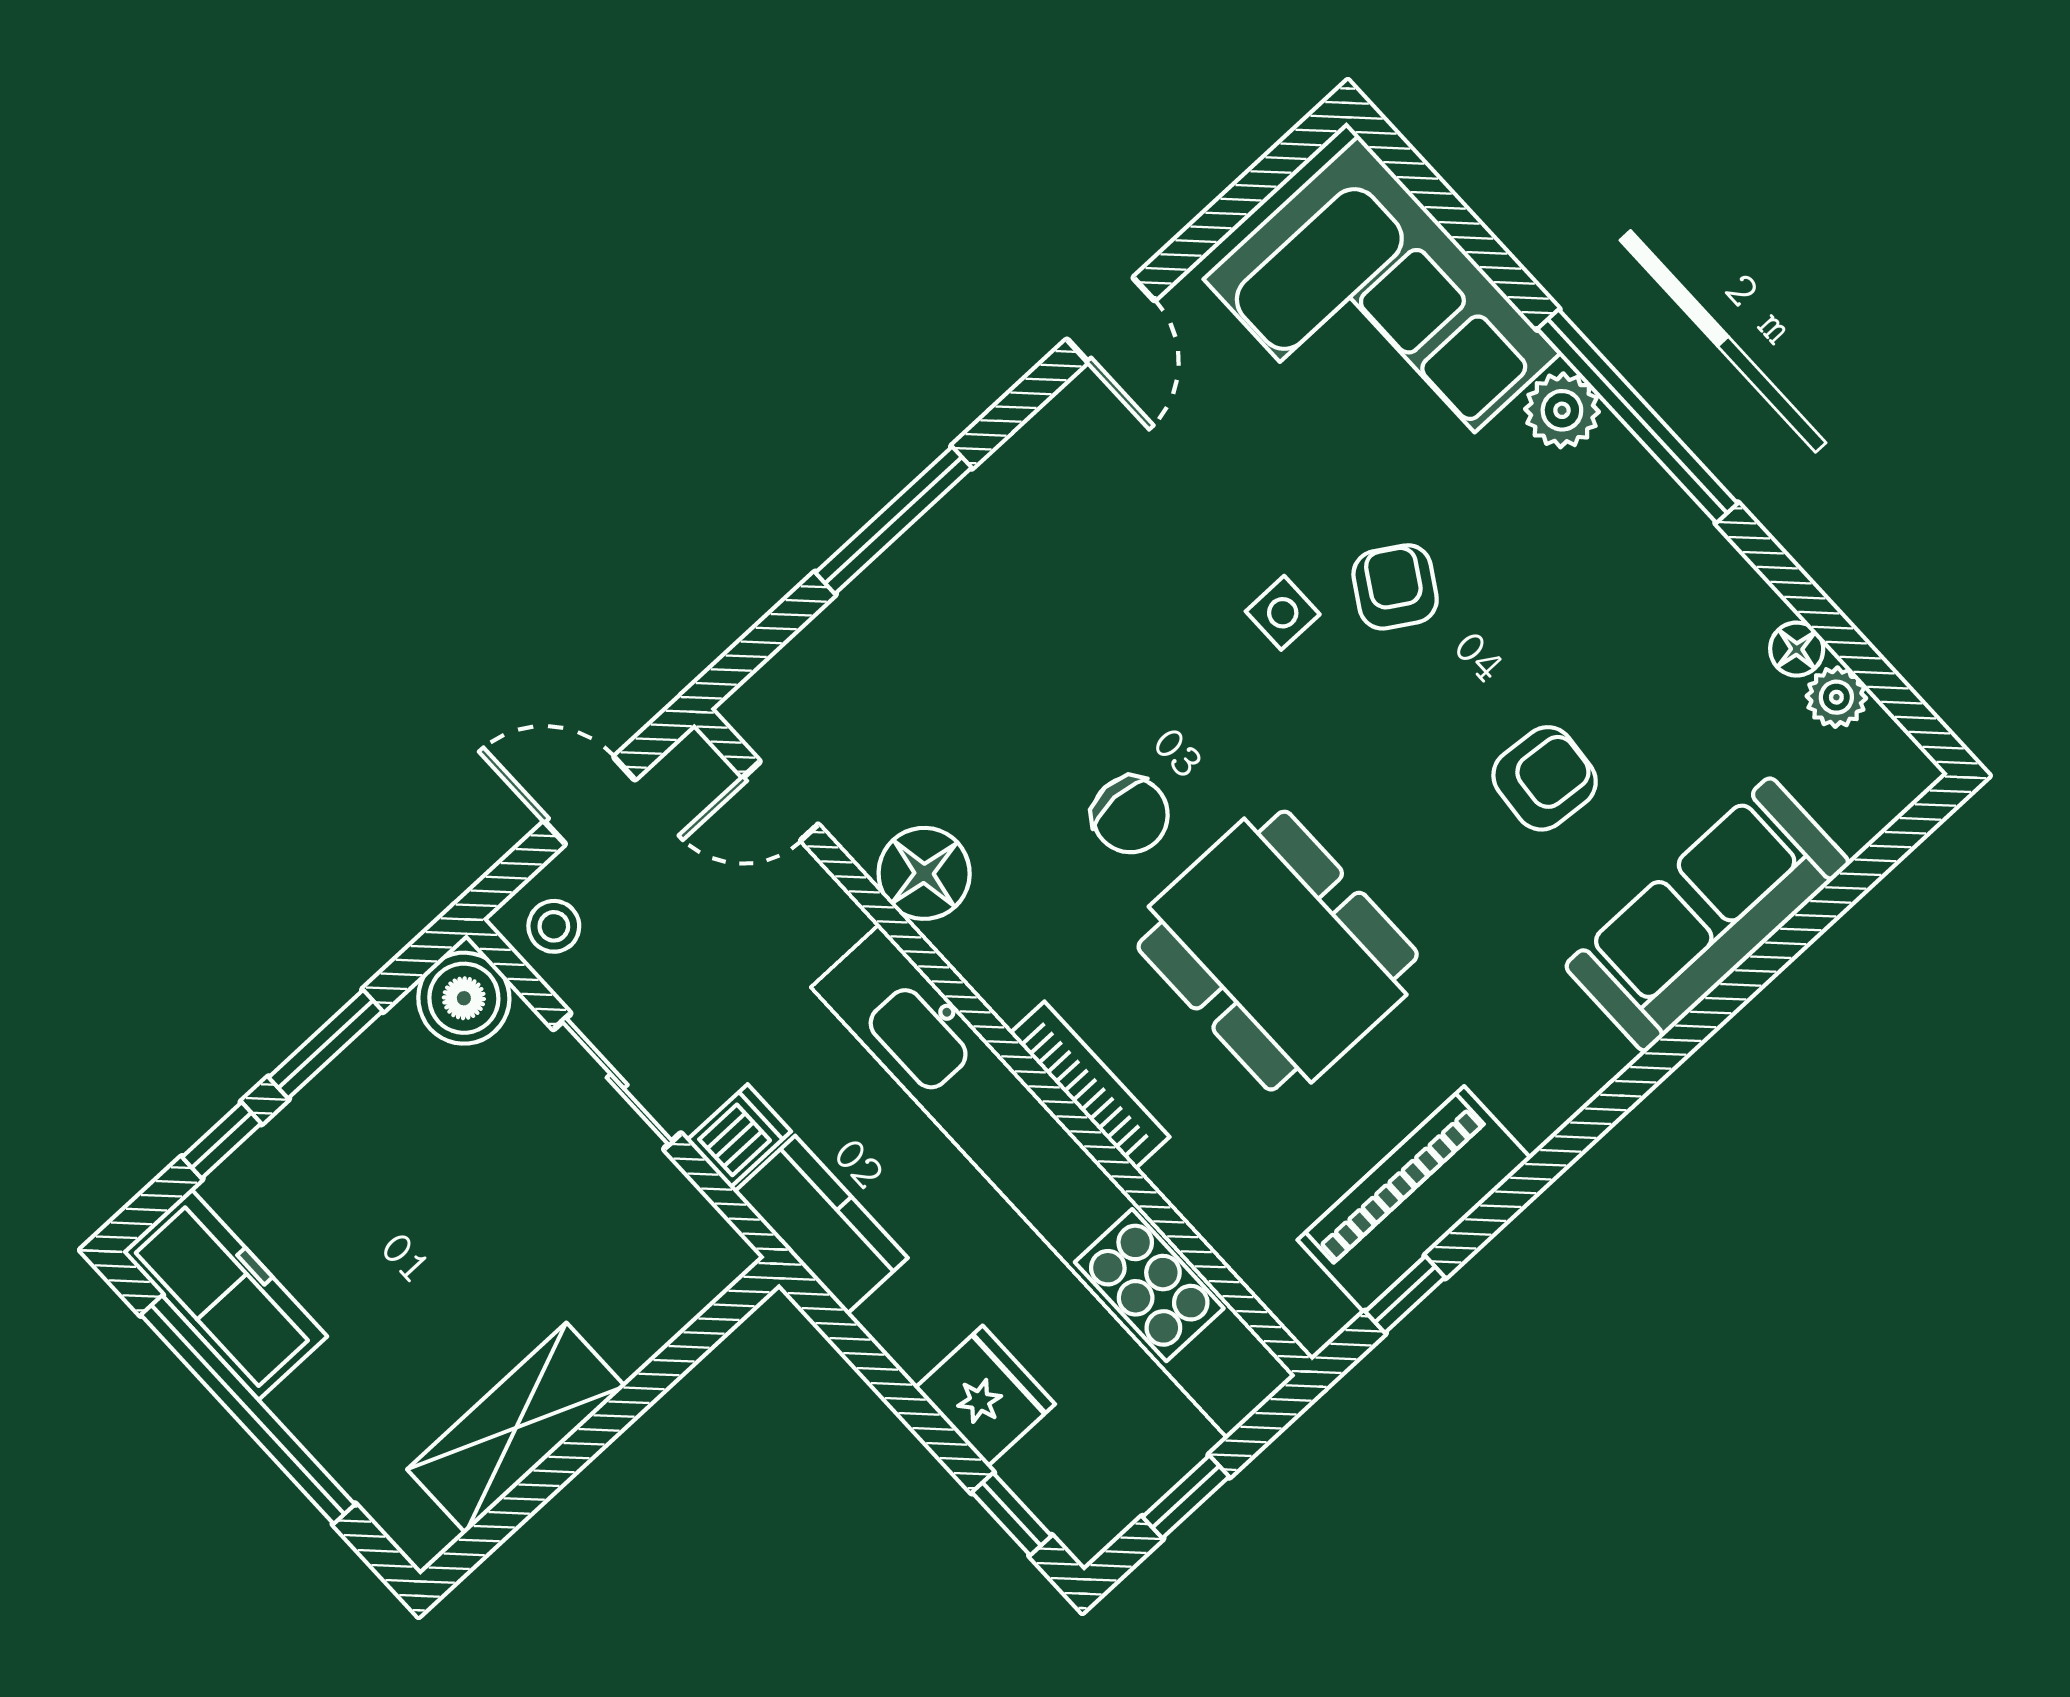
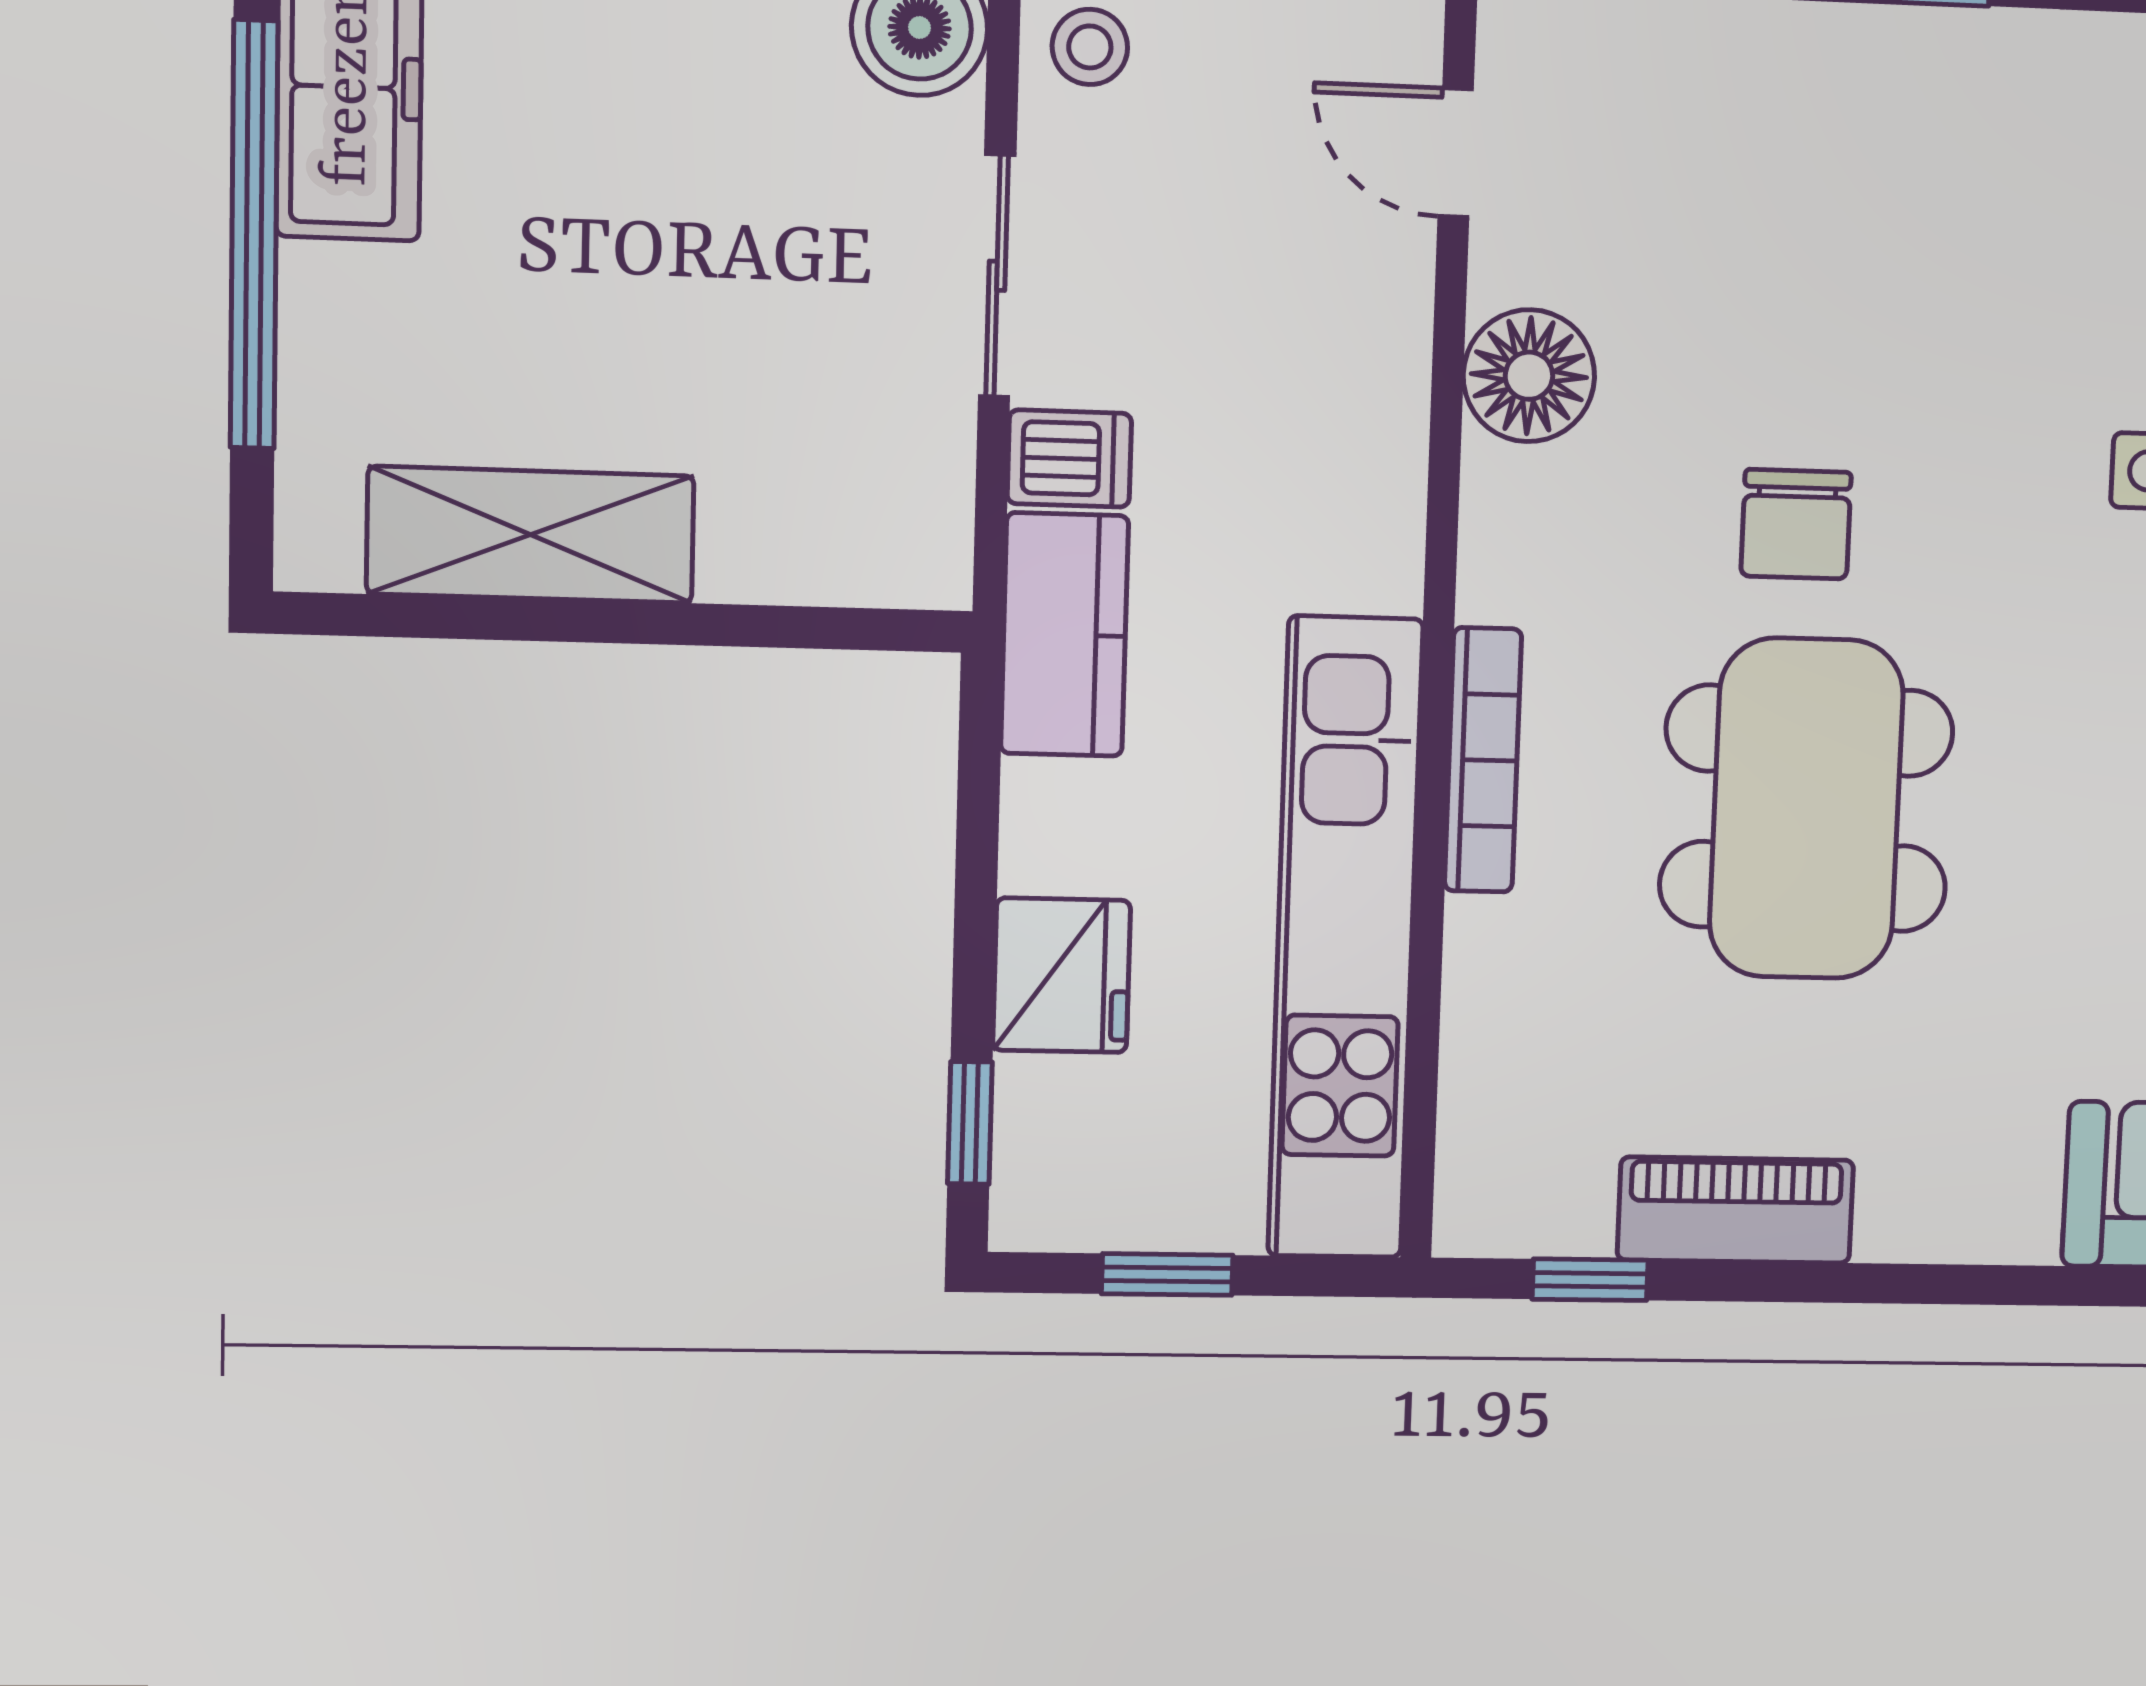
kitchen unit: (1053, 1181) -> (1345, 939), width x0.73
piano: (1414, 1199) -> (1735, 1210), width x0.73, depth x0.75

